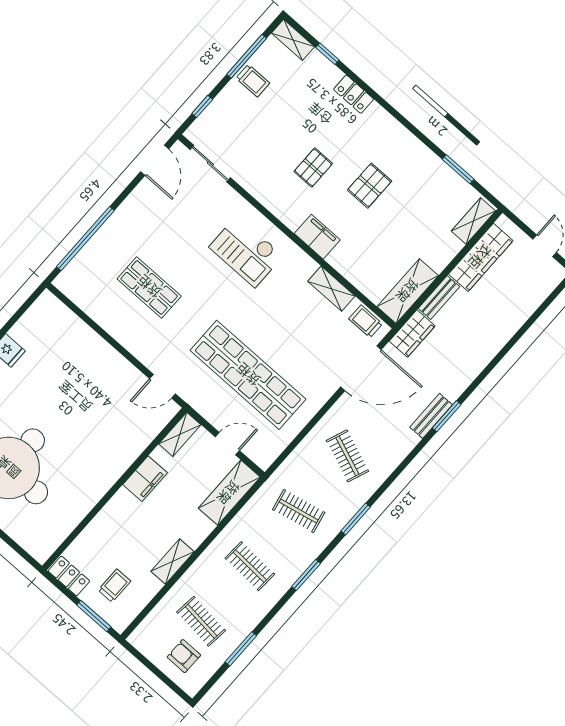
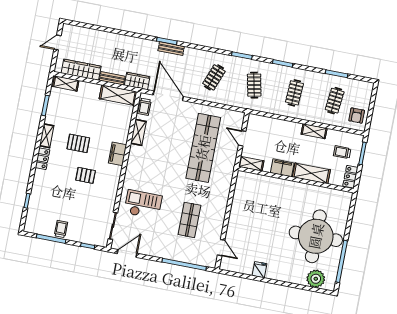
shelving: (293, 40) -> (47, 136), moved
locker: (354, 94) -> (42, 159), moved
checkout: (246, 251) -> (143, 204), moved, turned -90
door: (162, 386) -> (221, 248), moved
shelving: (229, 493) -> (311, 173), moved
armchair: (184, 656) -> (357, 116), moved

